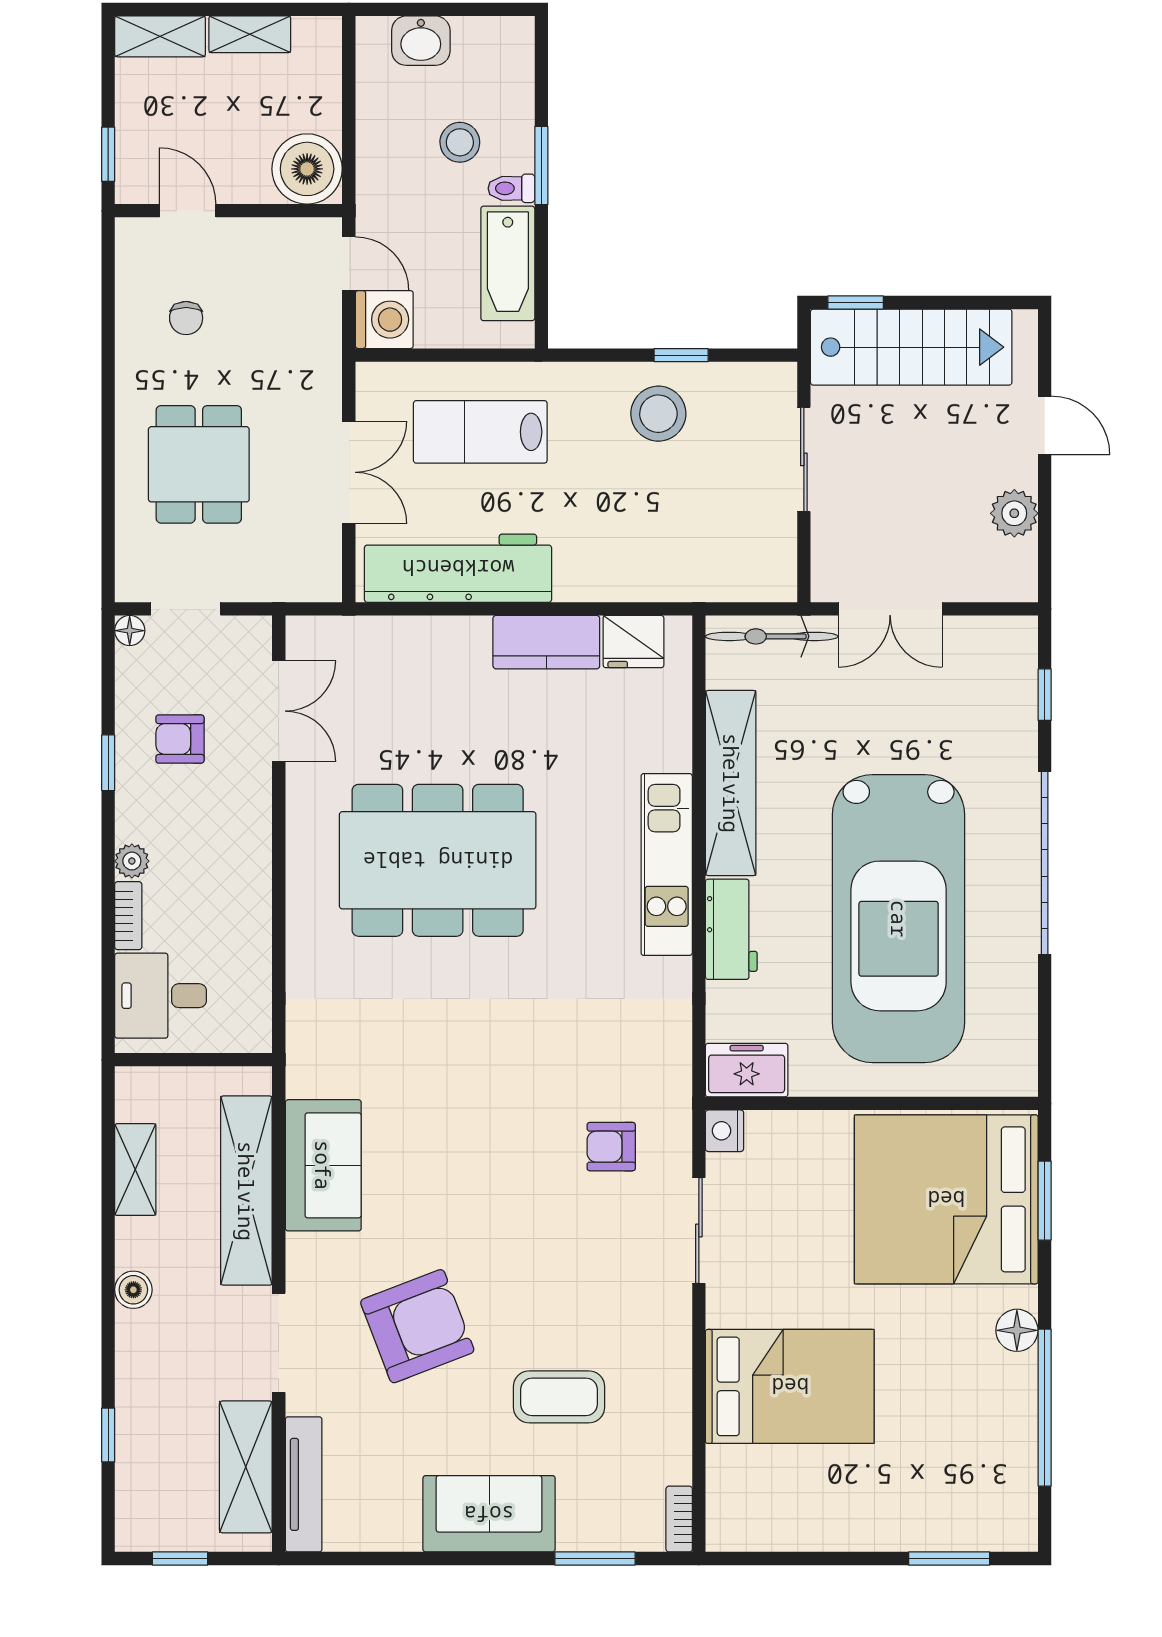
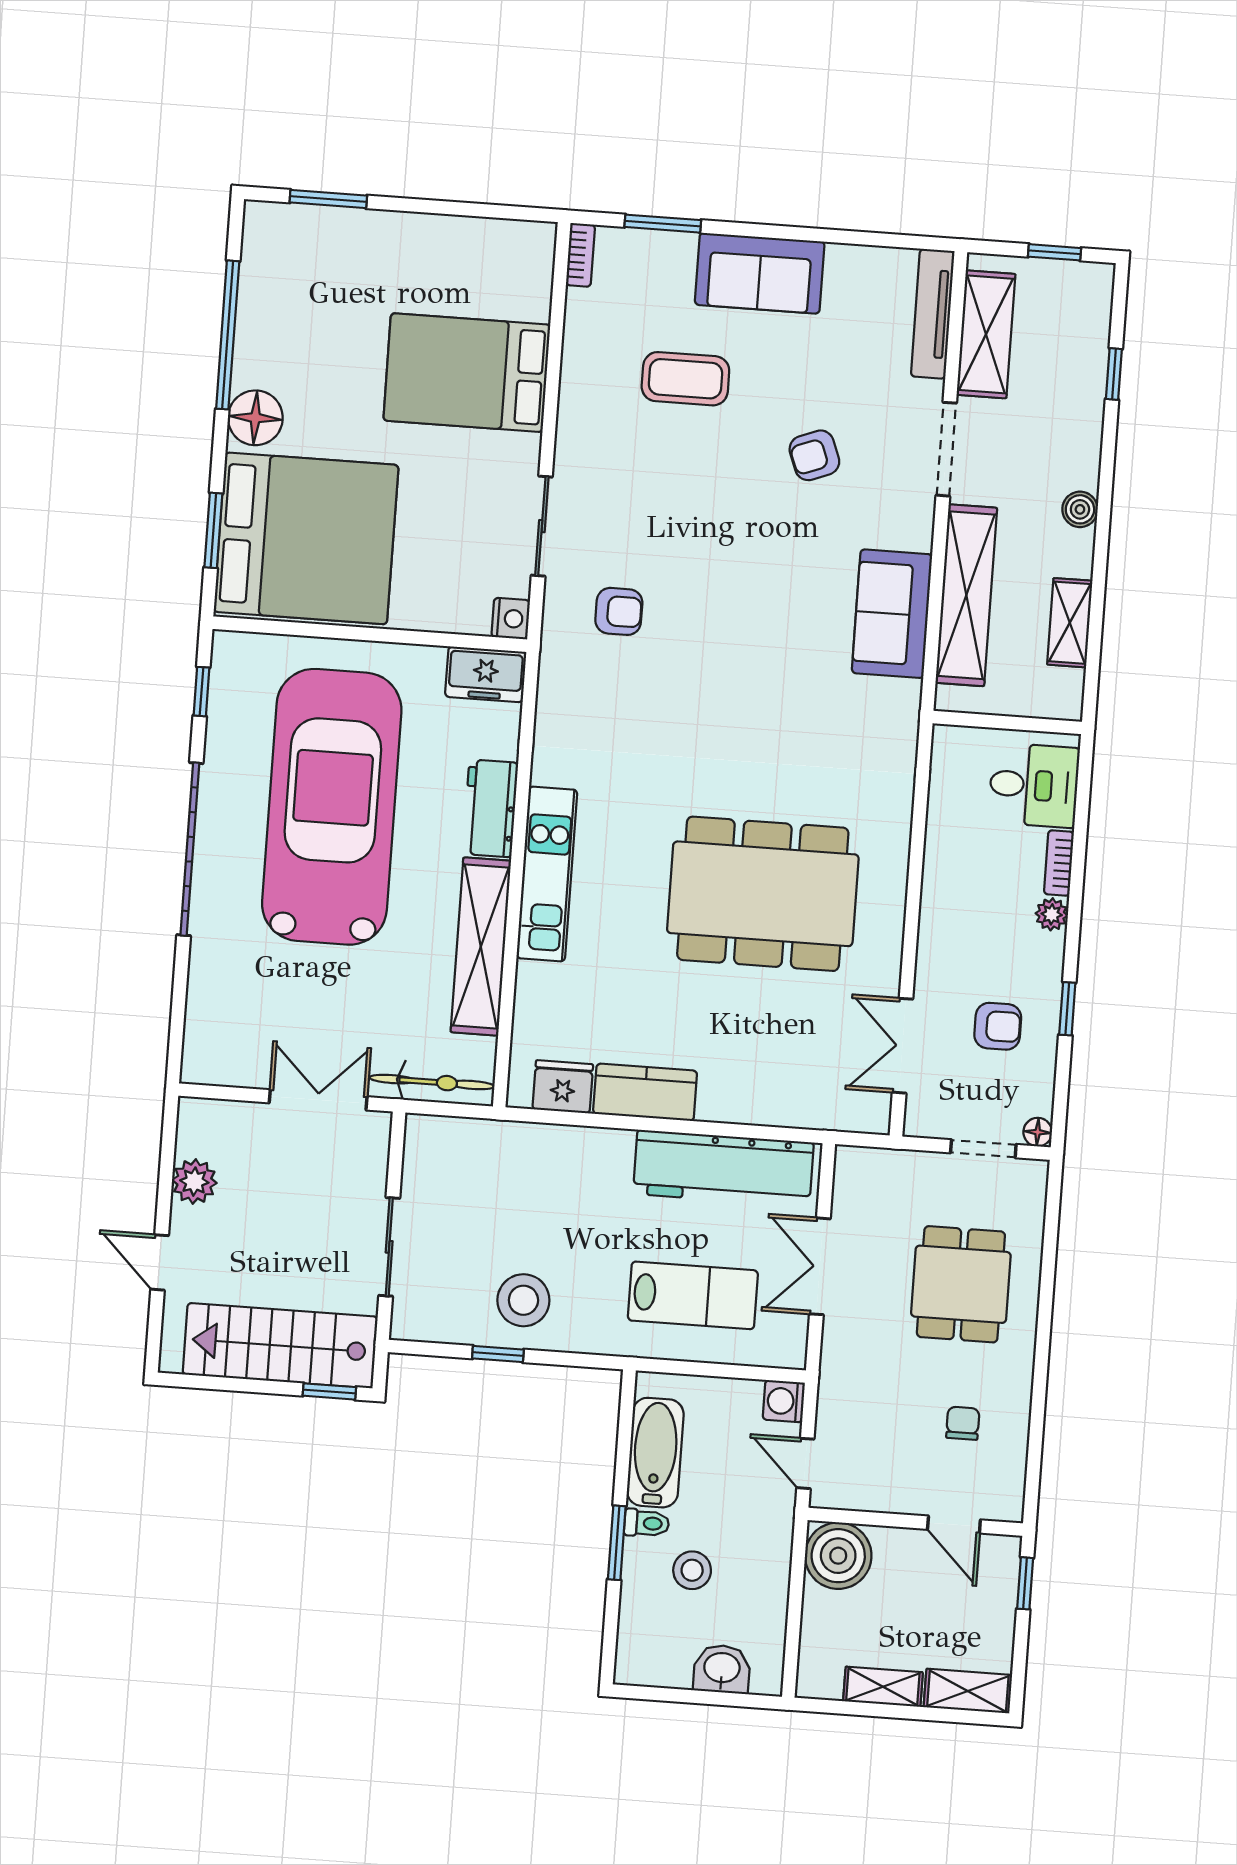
washing machine: (384, 320) -> (784, 1401), width x0.73, depth x0.73
window: (1045, 695) -> (201, 692), moved
armchair: (417, 1326) -> (814, 455), width x0.53, depth x0.53
floor lamp: (1017, 1330) -> (255, 418), width x1.38, depth x1.38

